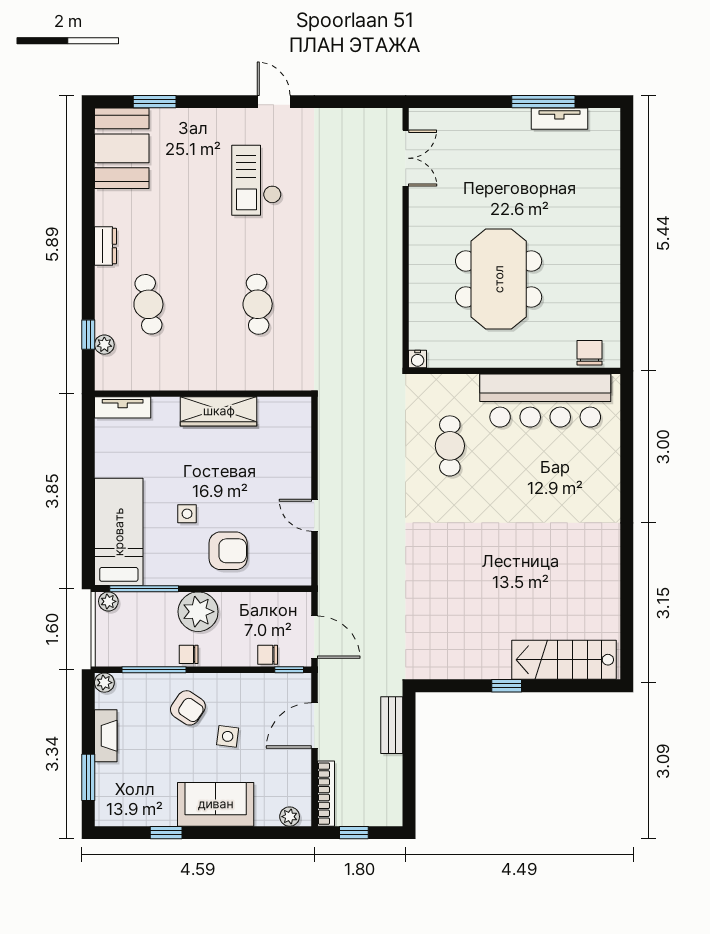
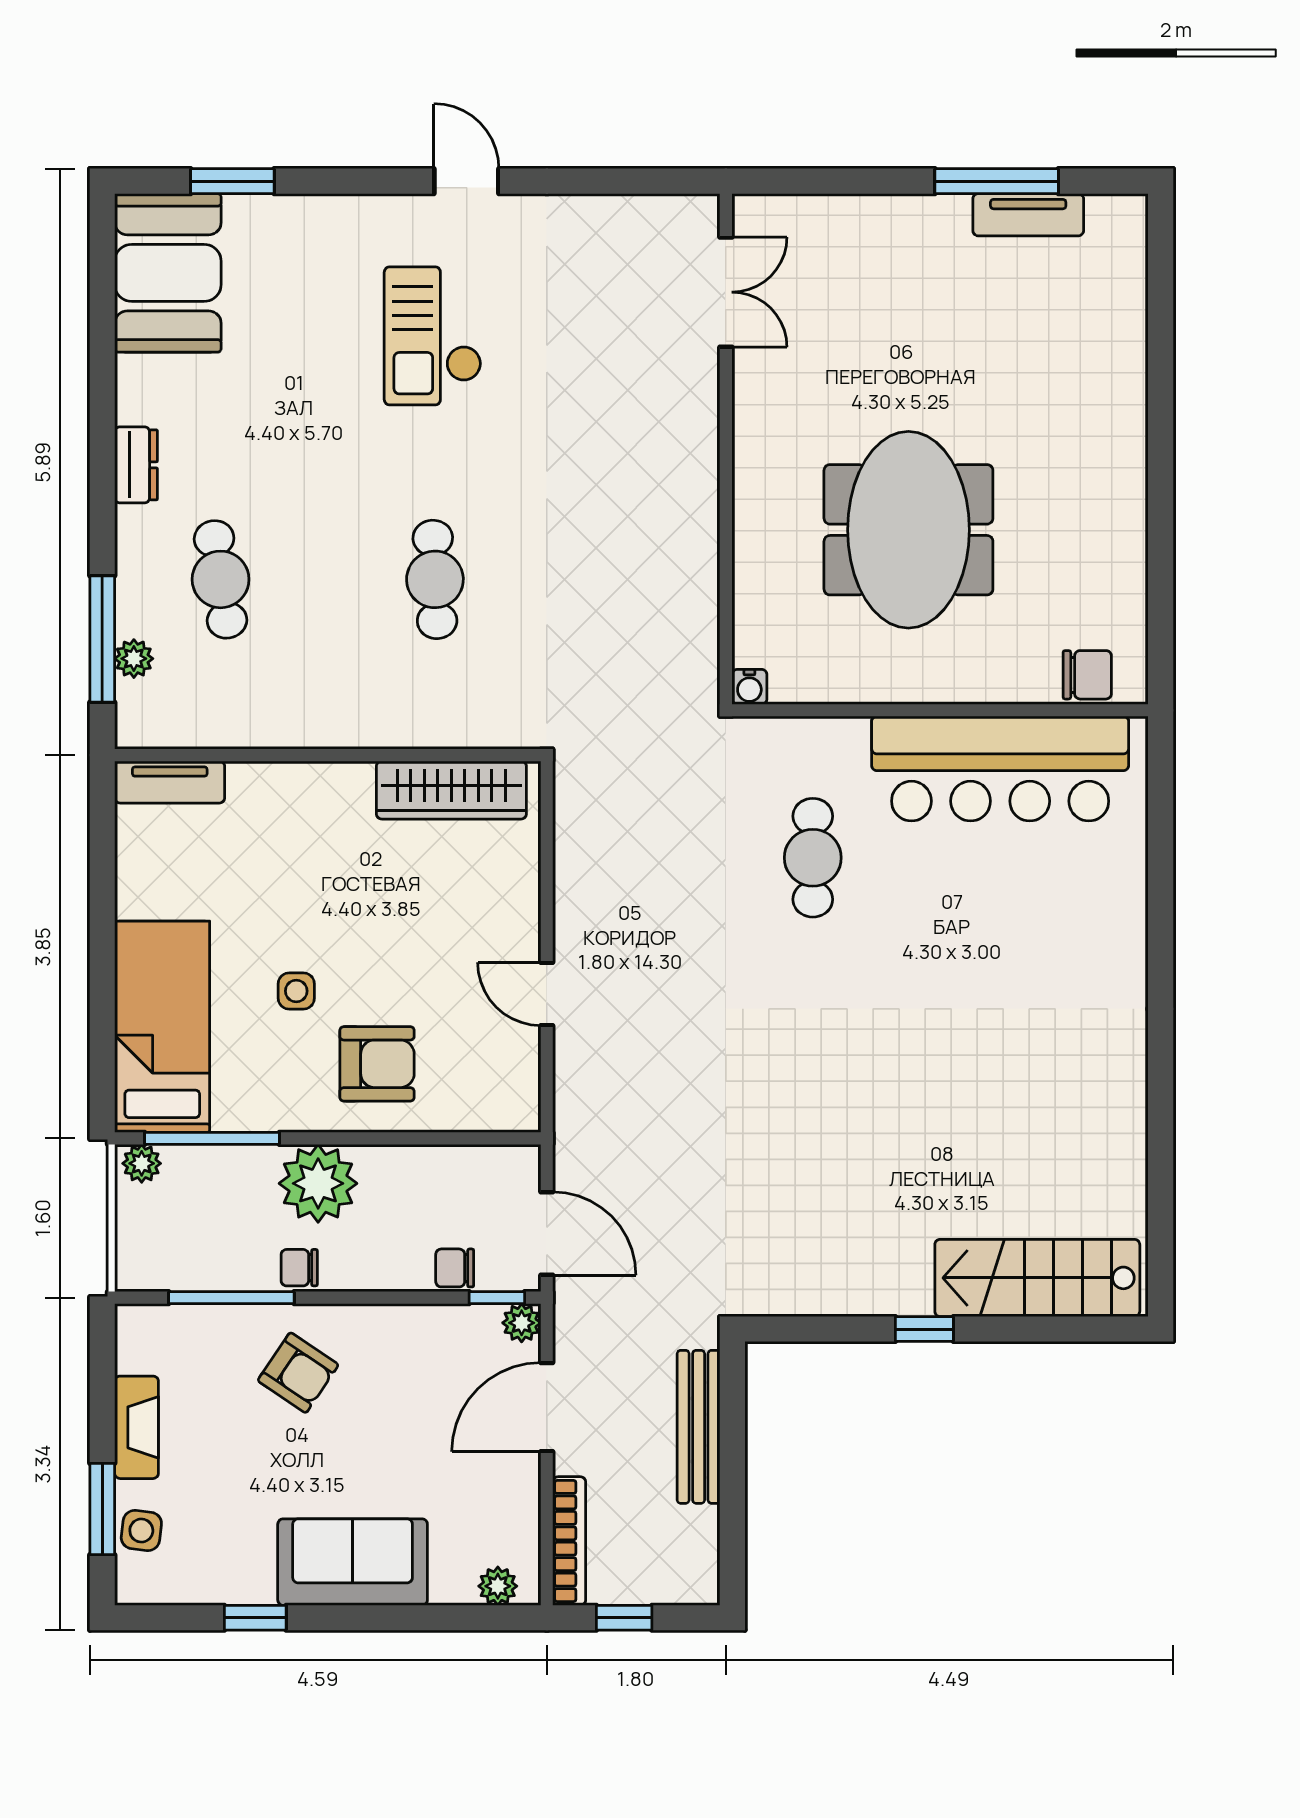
window: (88, 335) -> (102, 639), width x2.17
chair: (590, 353) -> (1087, 675), turned 90
wardrobe: (219, 411) -> (451, 790), moved
plant: (104, 683) -> (522, 1323), moved
bench: (392, 725) -> (699, 1427), width x1.36
side table: (228, 736) -> (141, 1530), moved

